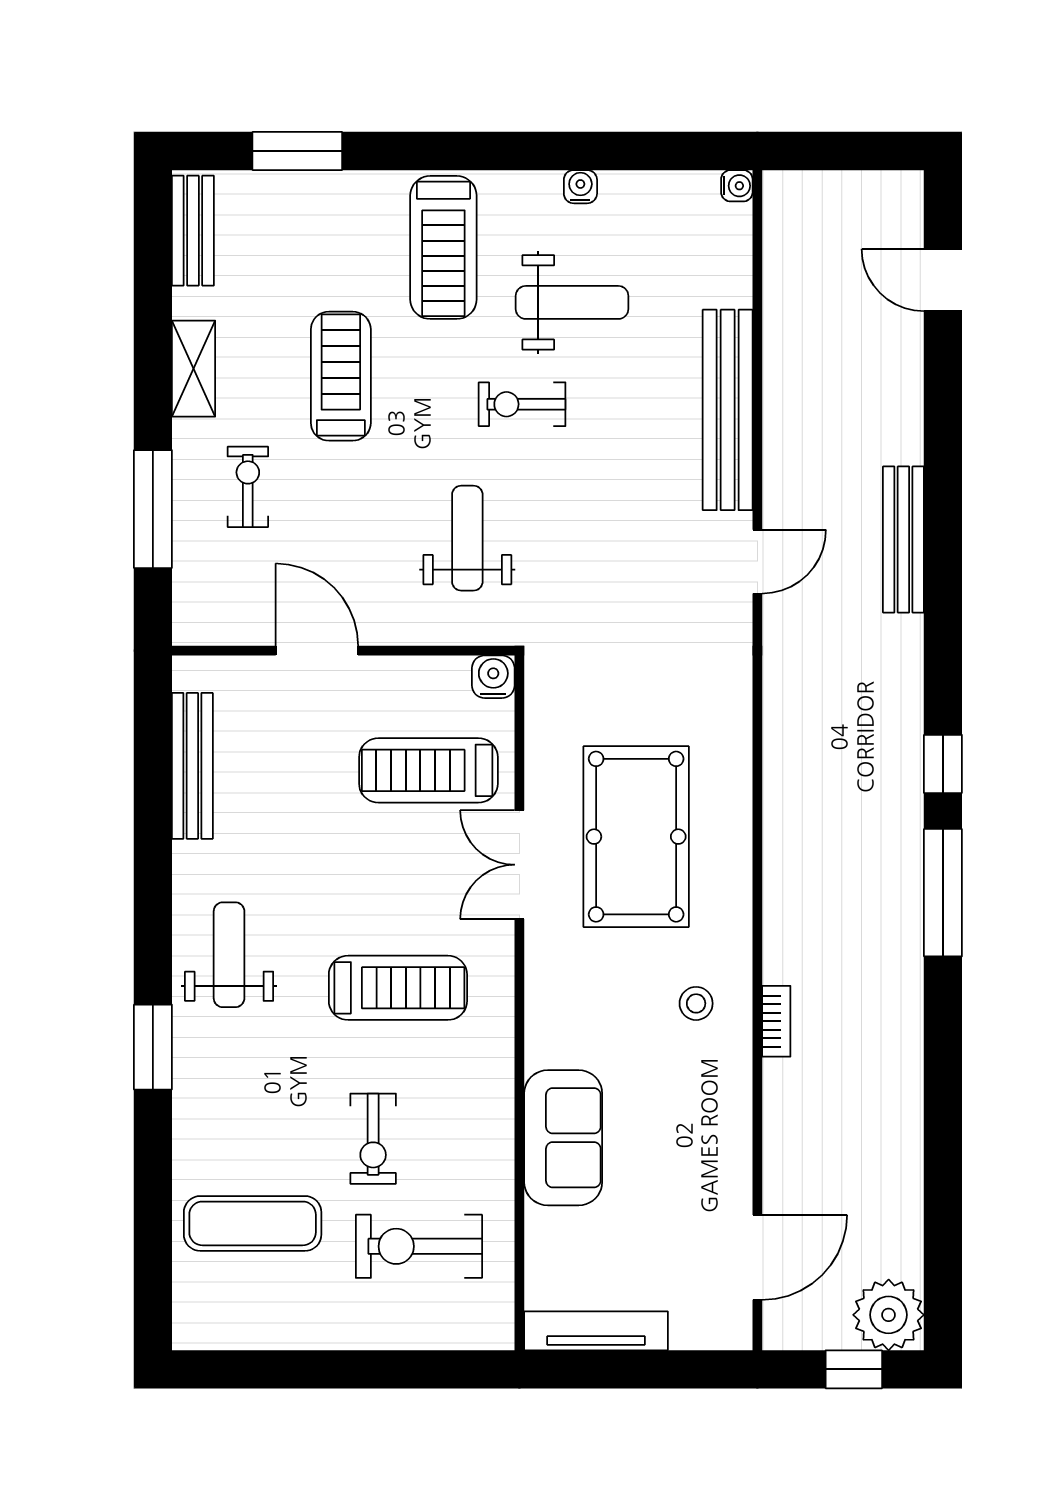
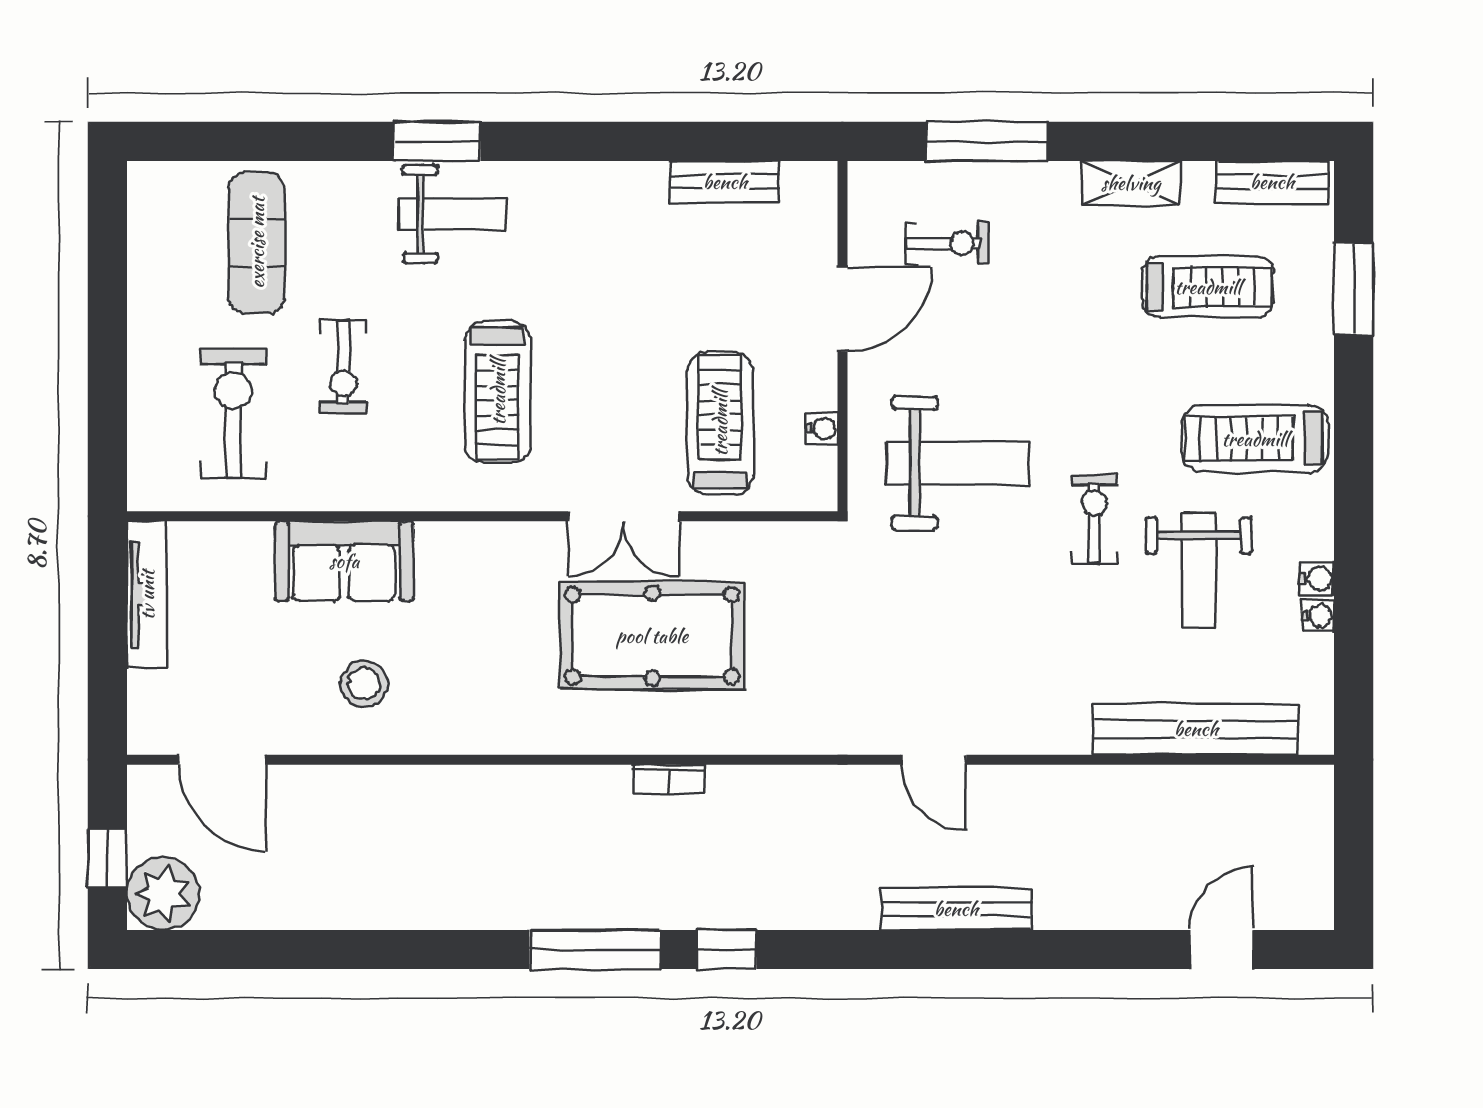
water cooler: (737, 186) -> (1318, 616), moved, turned -90
treadmill: (341, 376) -> (1208, 287), moved
bench: (728, 410) -> (1196, 729), moved
exercise bike: (248, 487) -> (947, 243), moved
weight bench: (467, 538) -> (958, 463), width x1.36, depth x1.33
water cooler: (493, 677) -> (822, 429), moved, width x0.72, depth x0.72
bench: (192, 766) -> (725, 182), width x0.73
double door: (519, 865) -> (624, 516), swing flipped
weight bench: (229, 955) -> (453, 214), moved
stool: (696, 1003) -> (364, 684), moved, width x1.37, depth x1.37
bookcase: (776, 1021) -> (668, 779), moved
exercise bike: (373, 1139) -> (343, 367), turned -90

